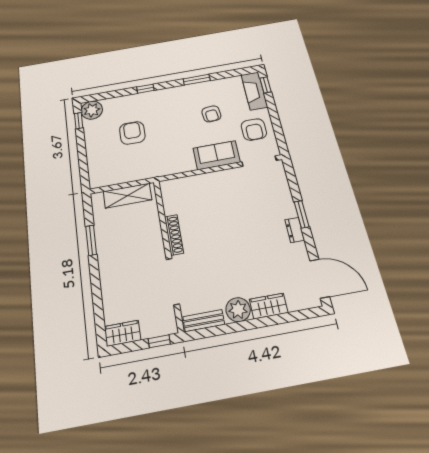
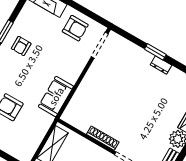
armchair: (211, 114) -> (21, 46), moved, turned 95
sofa: (217, 155) -> (56, 96), moved

